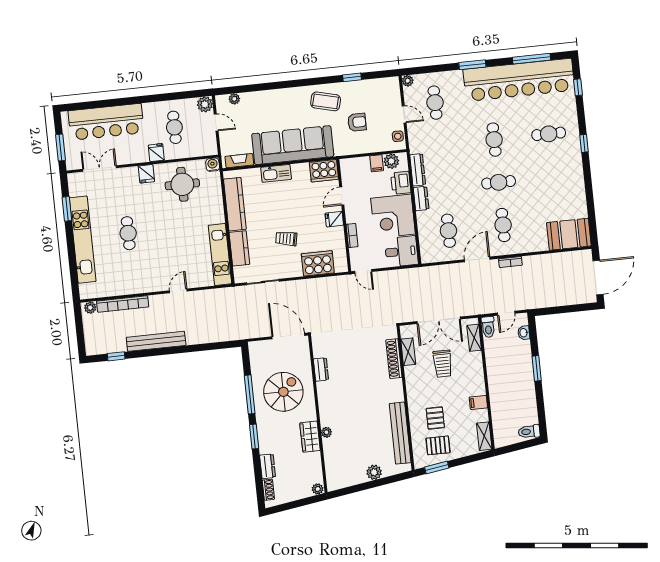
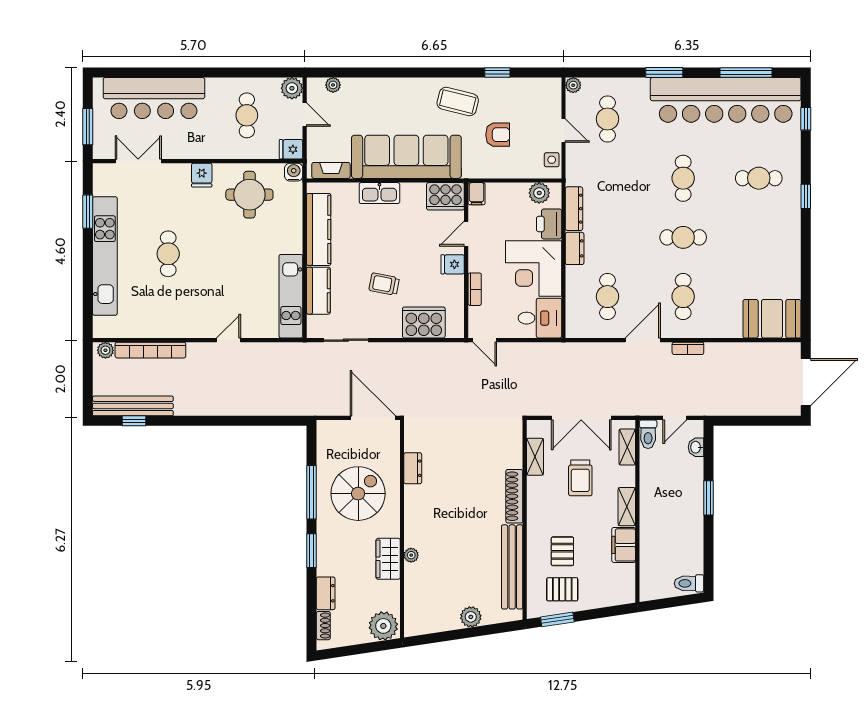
fridge: (156, 153) -> (291, 149), moved, turned -90
filing cabinet: (377, 163) -> (477, 194), moved
bench: (156, 341) -> (133, 406), moved
shoe rack: (394, 359) -> (514, 496), moved
filing cabinet: (478, 402) -> (624, 545), width x2.00
shelving: (484, 436) -> (627, 507), moved
plant: (318, 489) -> (383, 626), width x1.88, depth x1.88

